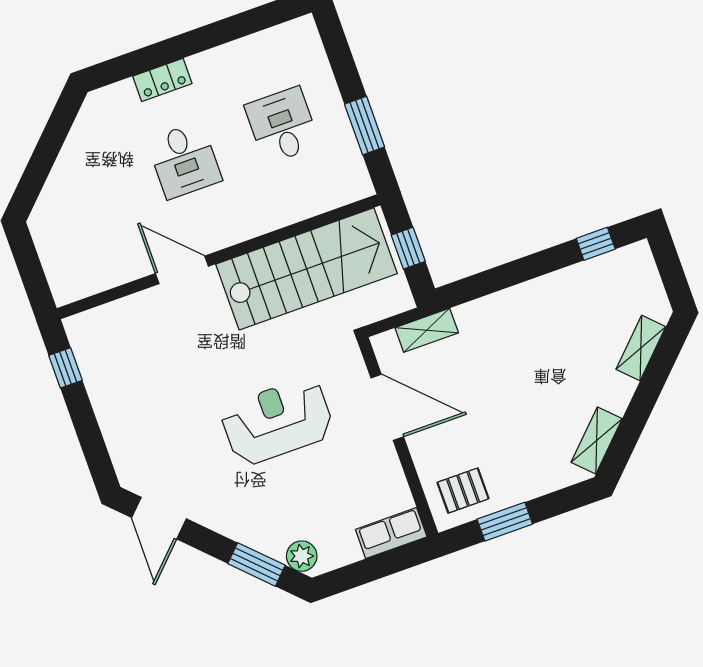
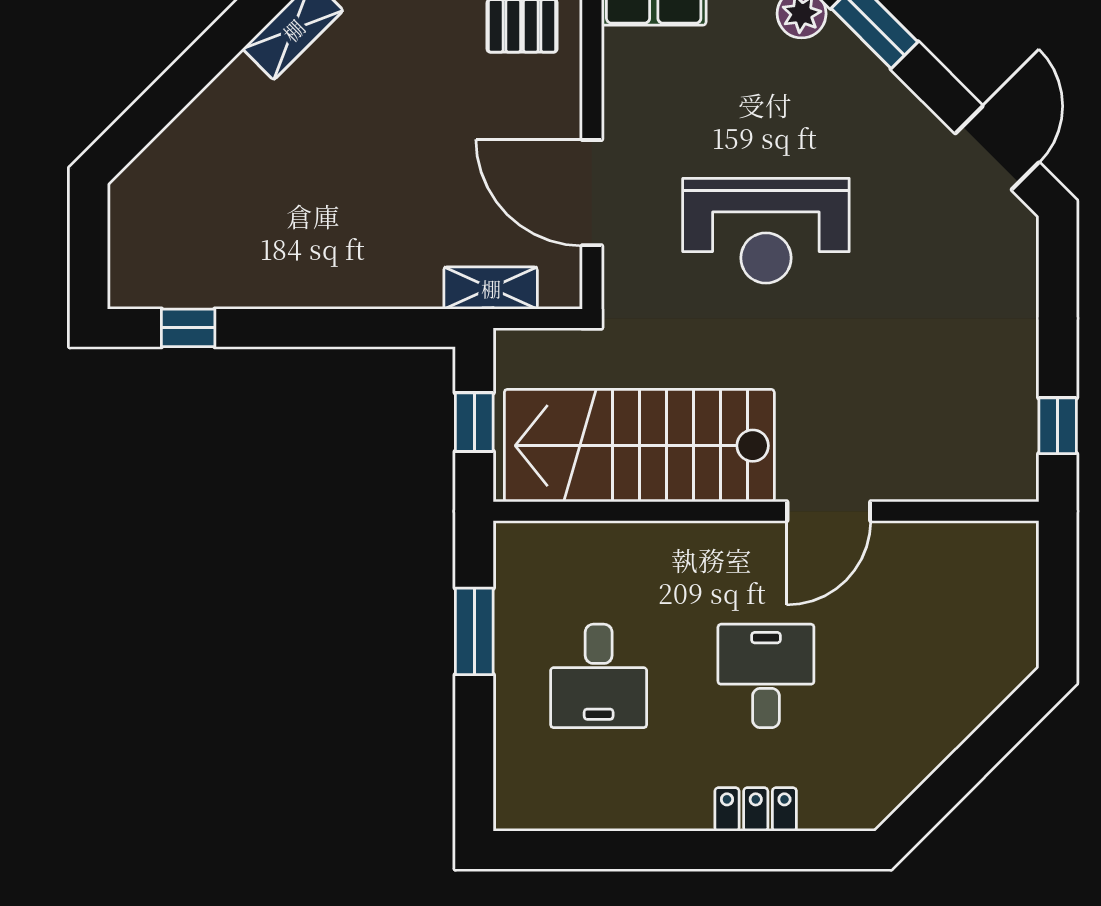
door: (182, 270) -> (829, 511), hinge flipped
shelving: (641, 348) -> (176, 146), removed

